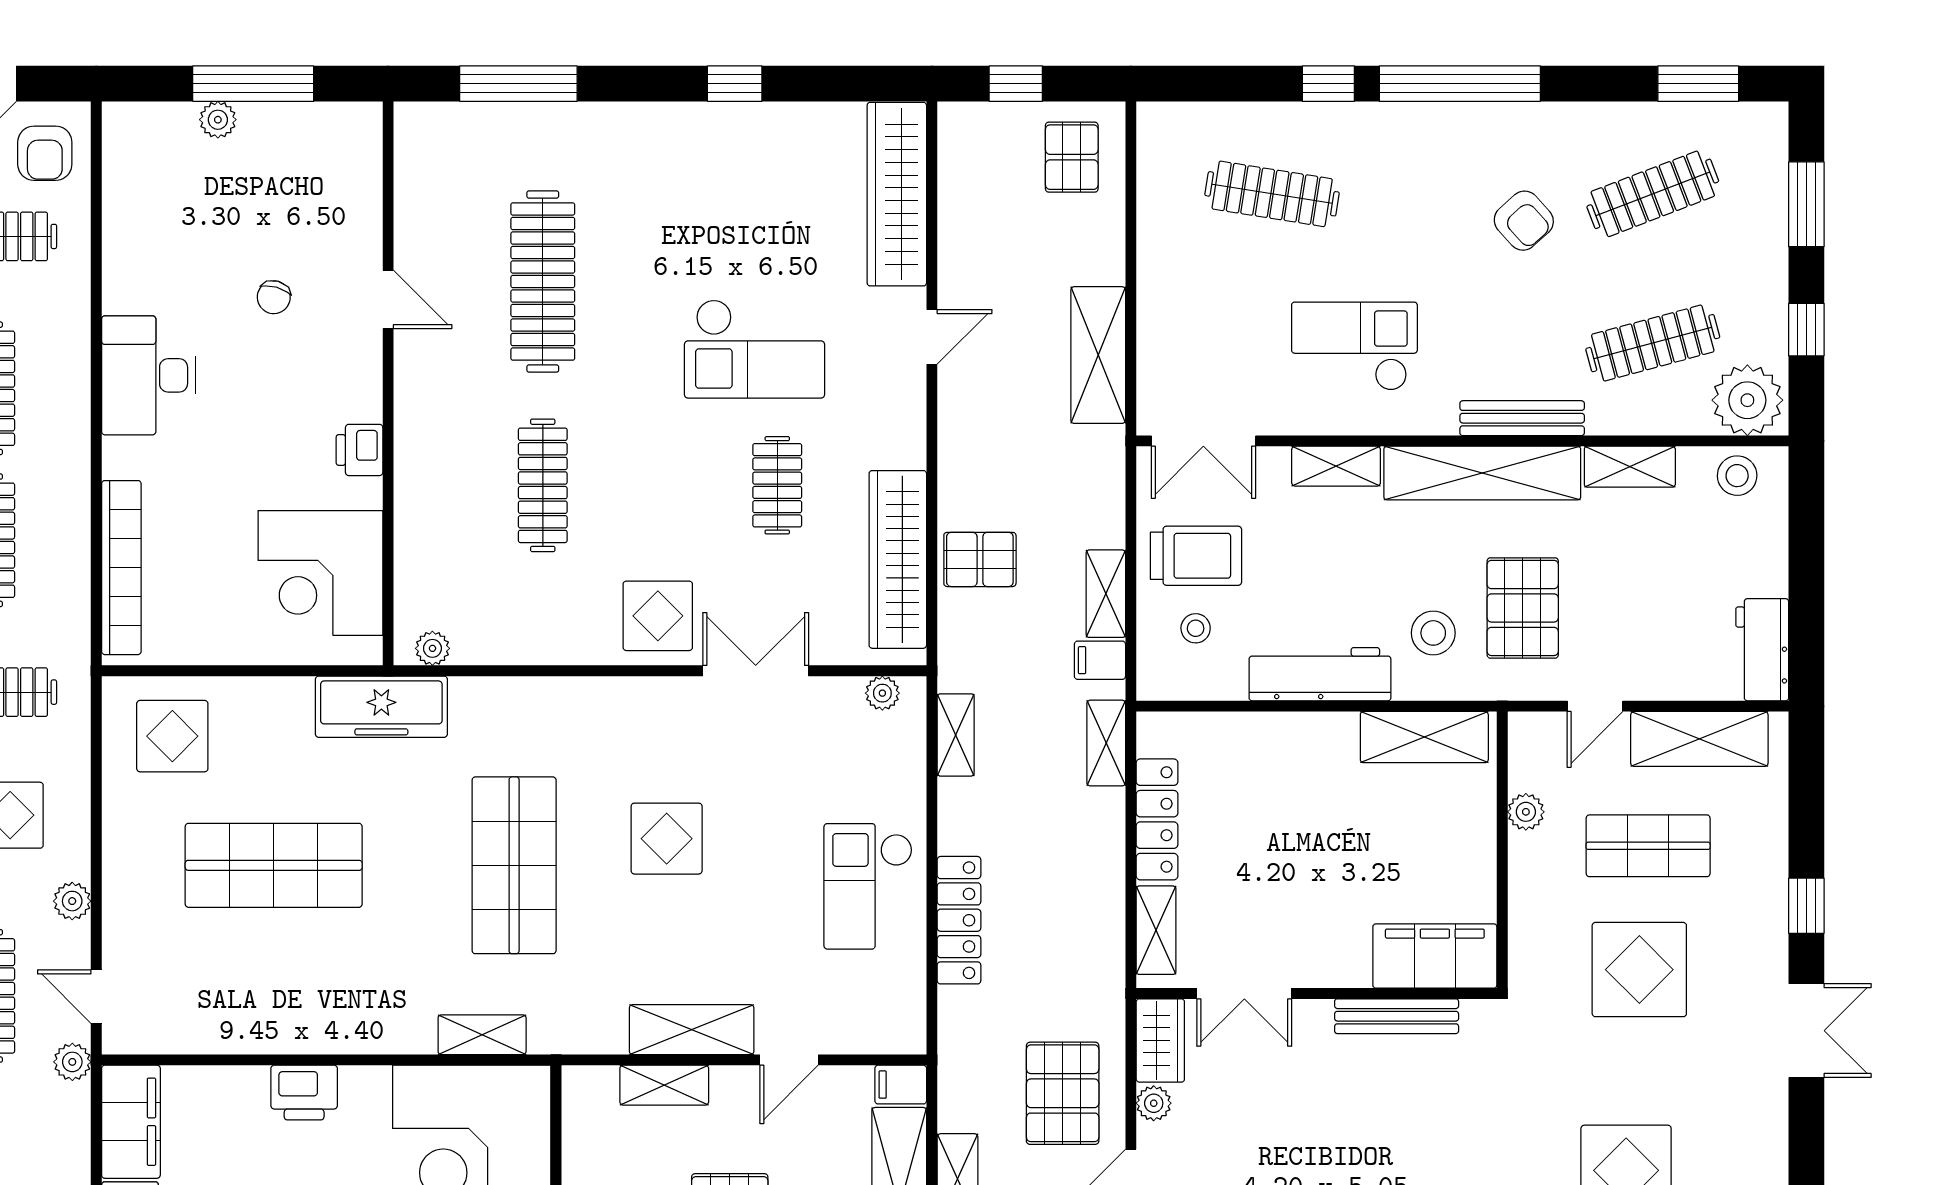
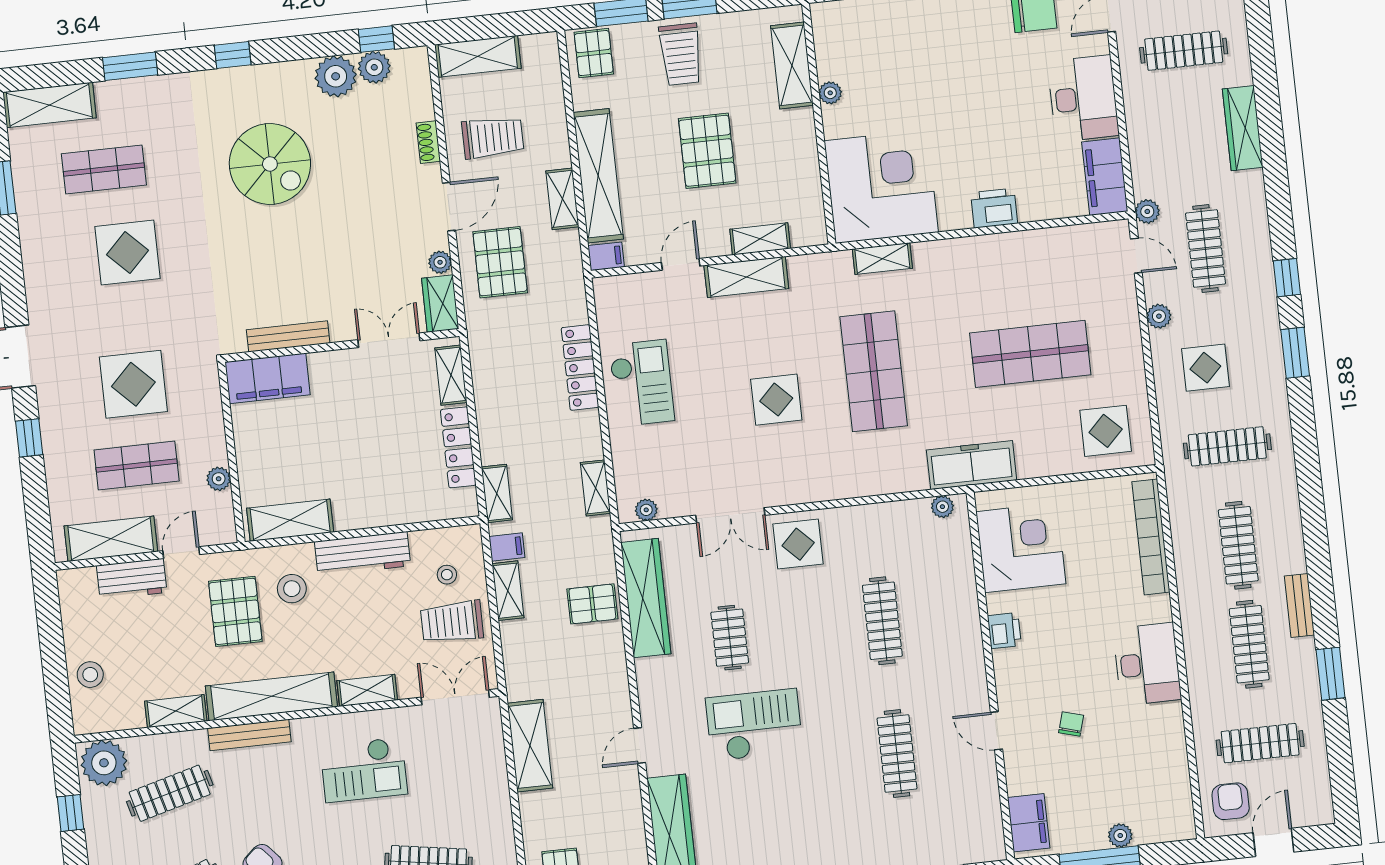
filing cabinet: (355, 154) -> (1029, 823), added
clothes rail: (543, 282) -> (897, 754), width x0.73, depth x0.76
stool: (1737, 476) -> (90, 675), moved
workbench: (1762, 650) -> (132, 579), moved, turned 90

